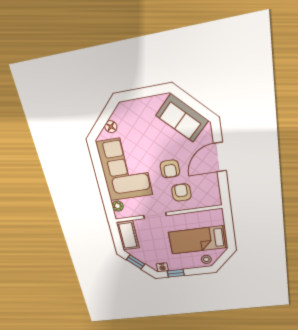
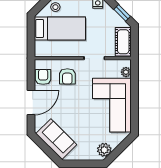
plant: (121, 115) -> (104, 150), added
floor lamp: (111, 127) -> (115, 142), removed
armchair: (170, 169) -> (43, 77), moved

